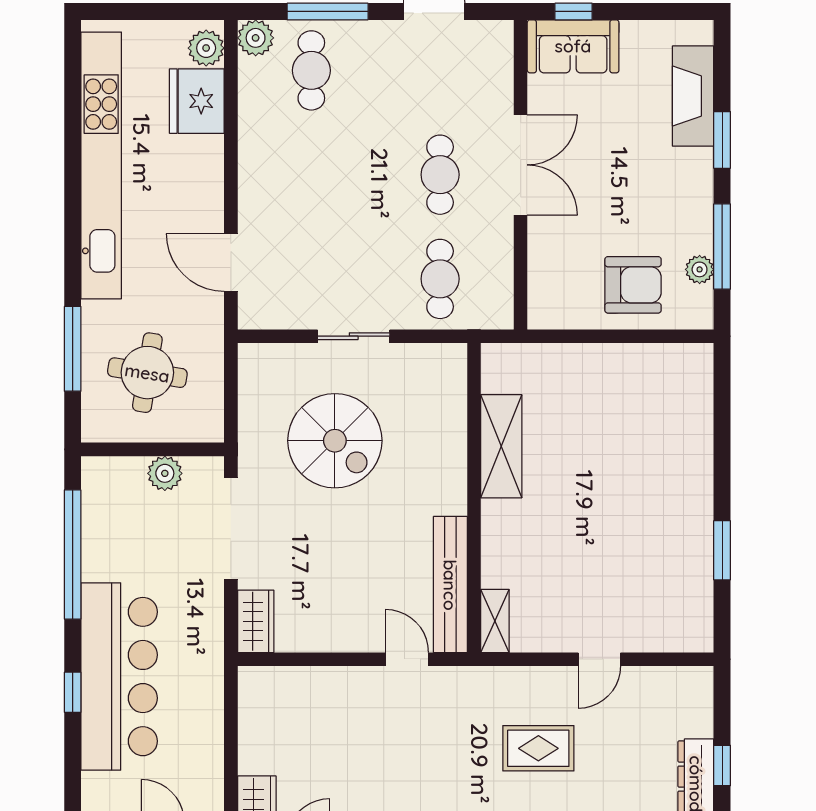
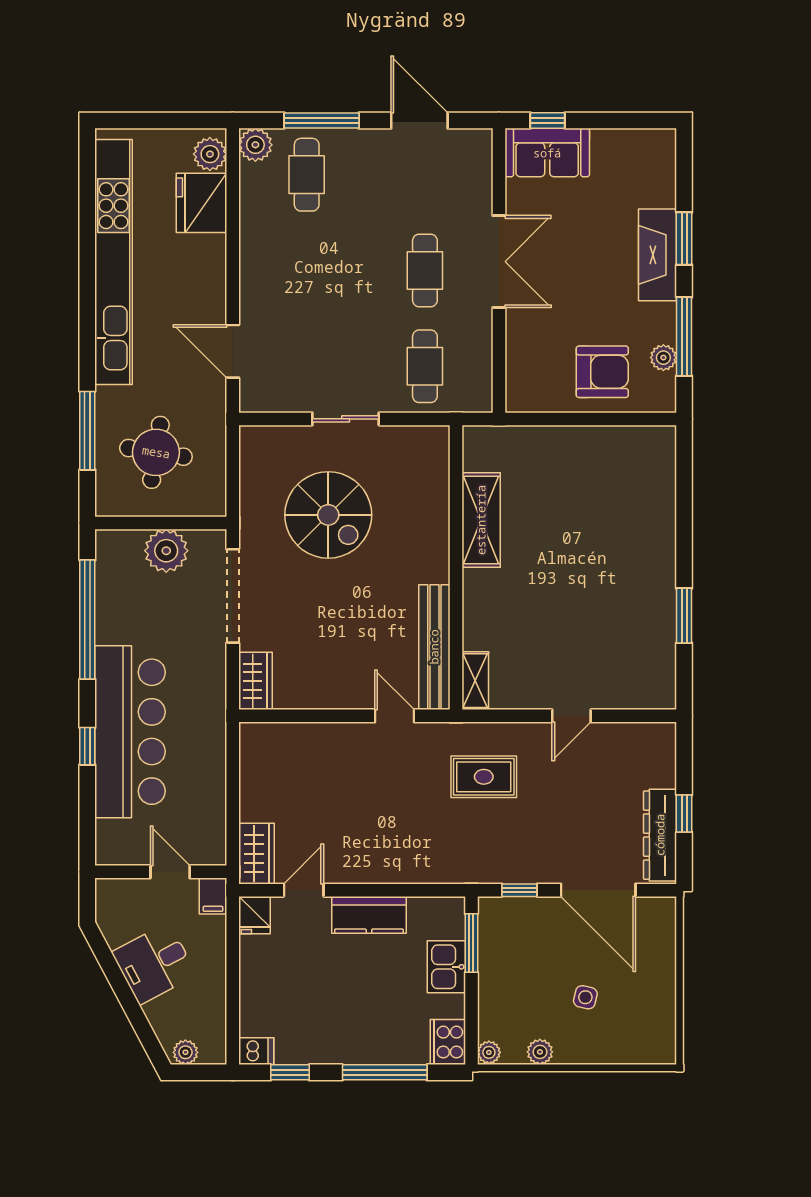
fireplace: (693, 96) -> (657, 255), moved
plant: (165, 473) -> (166, 551), width x1.36, depth x1.36
rug: (538, 748) -> (484, 777), moved

